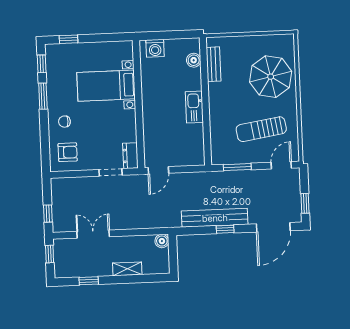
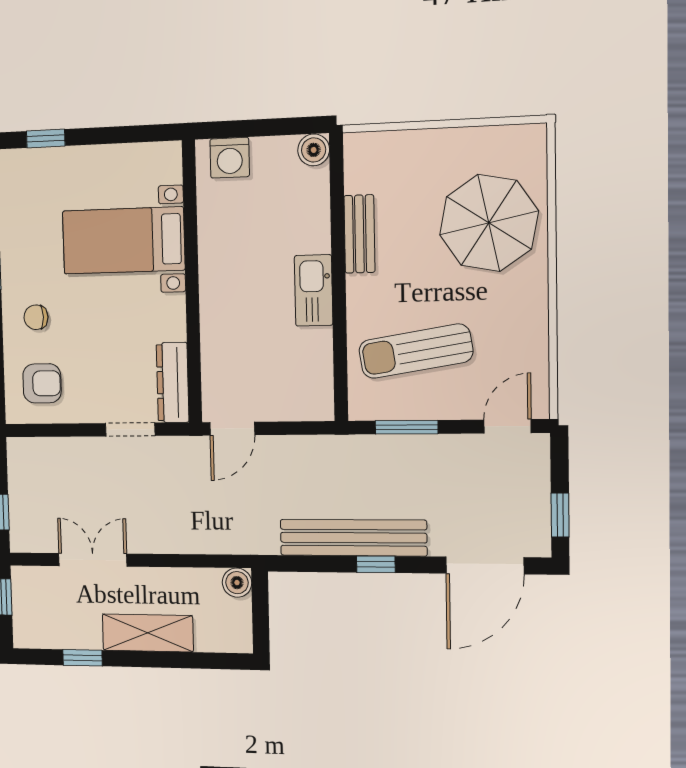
boiler: (194, 60) -> (314, 150), moved
bench: (214, 64) -> (359, 234), moved
sun lounger: (261, 129) -> (416, 351), moved
dresser: (130, 156) -> (173, 382), width x1.44
shelving: (127, 269) -> (148, 633), width x1.50, depth x1.33

